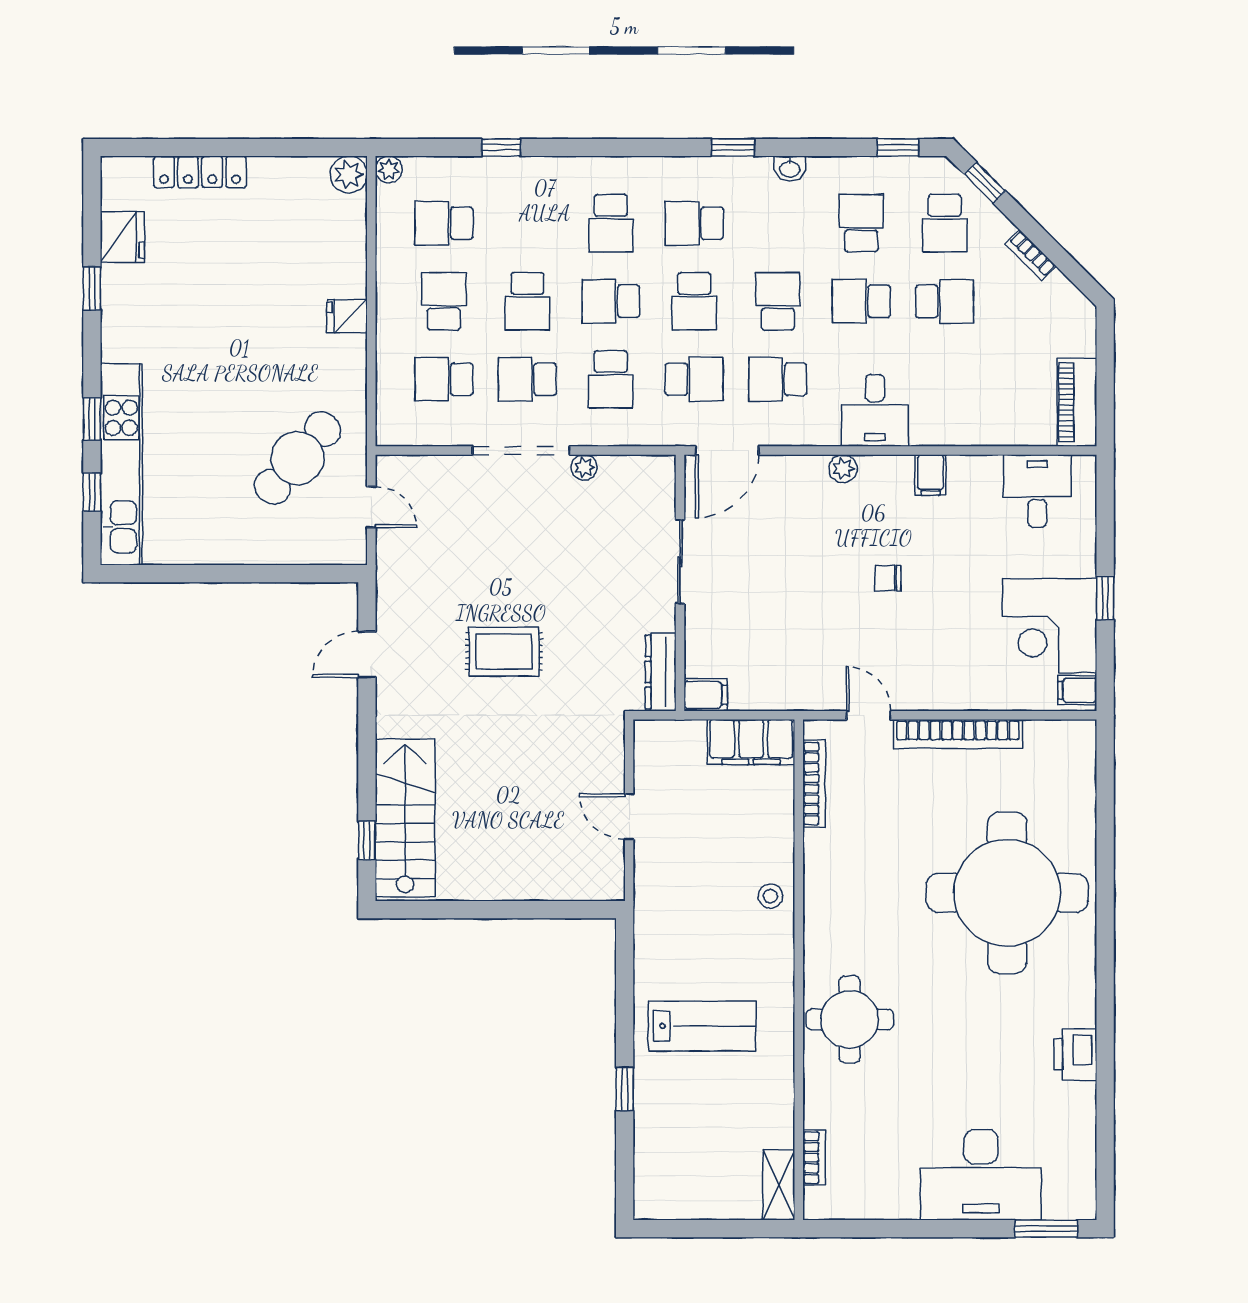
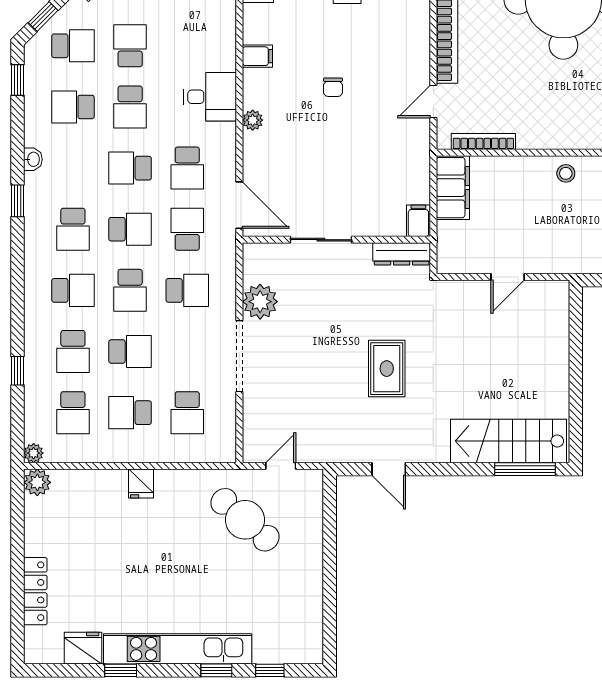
school desk: (527, 379) -> (73, 352), moved
kitchen unit: (121, 464) -> (178, 649), moved
plant: (584, 467) -> (260, 302), width x1.88, depth x1.88
window: (367, 840) -> (525, 469), width x2.17

